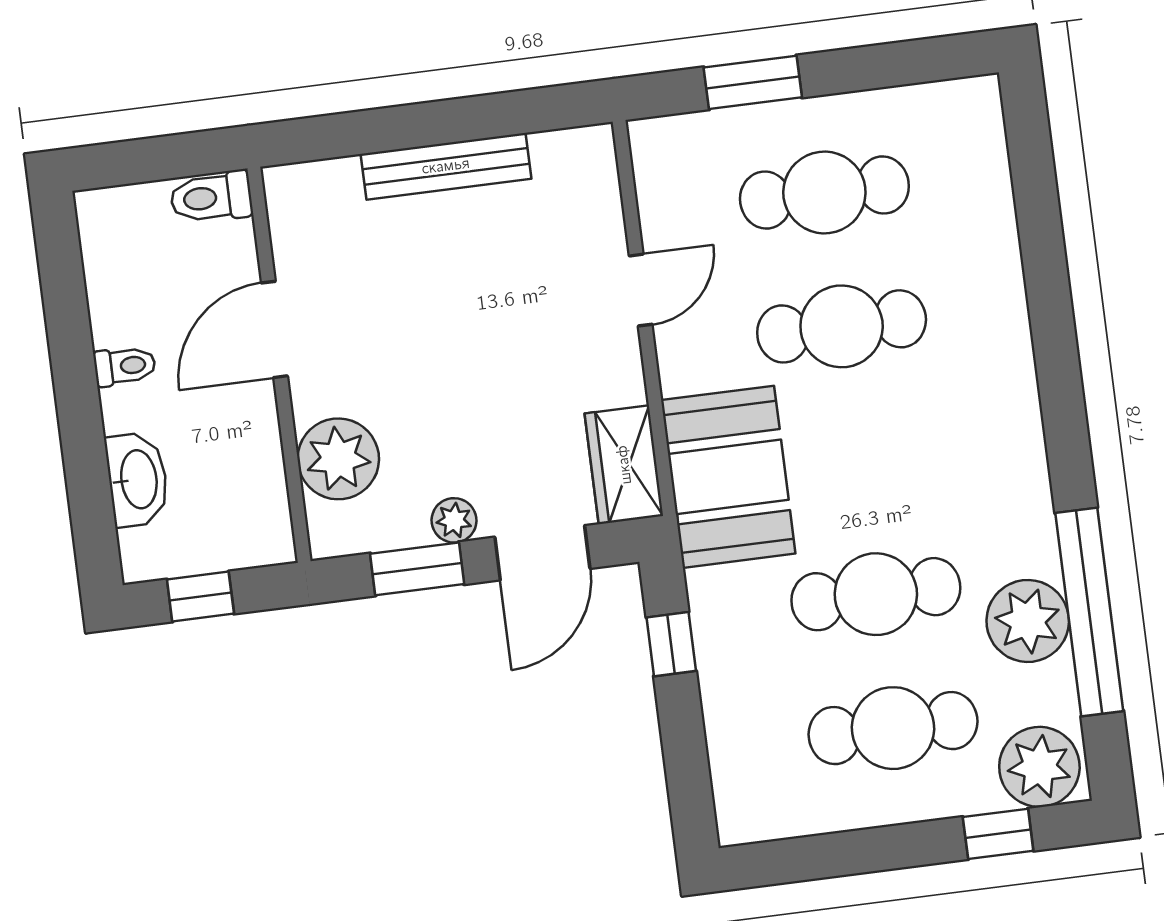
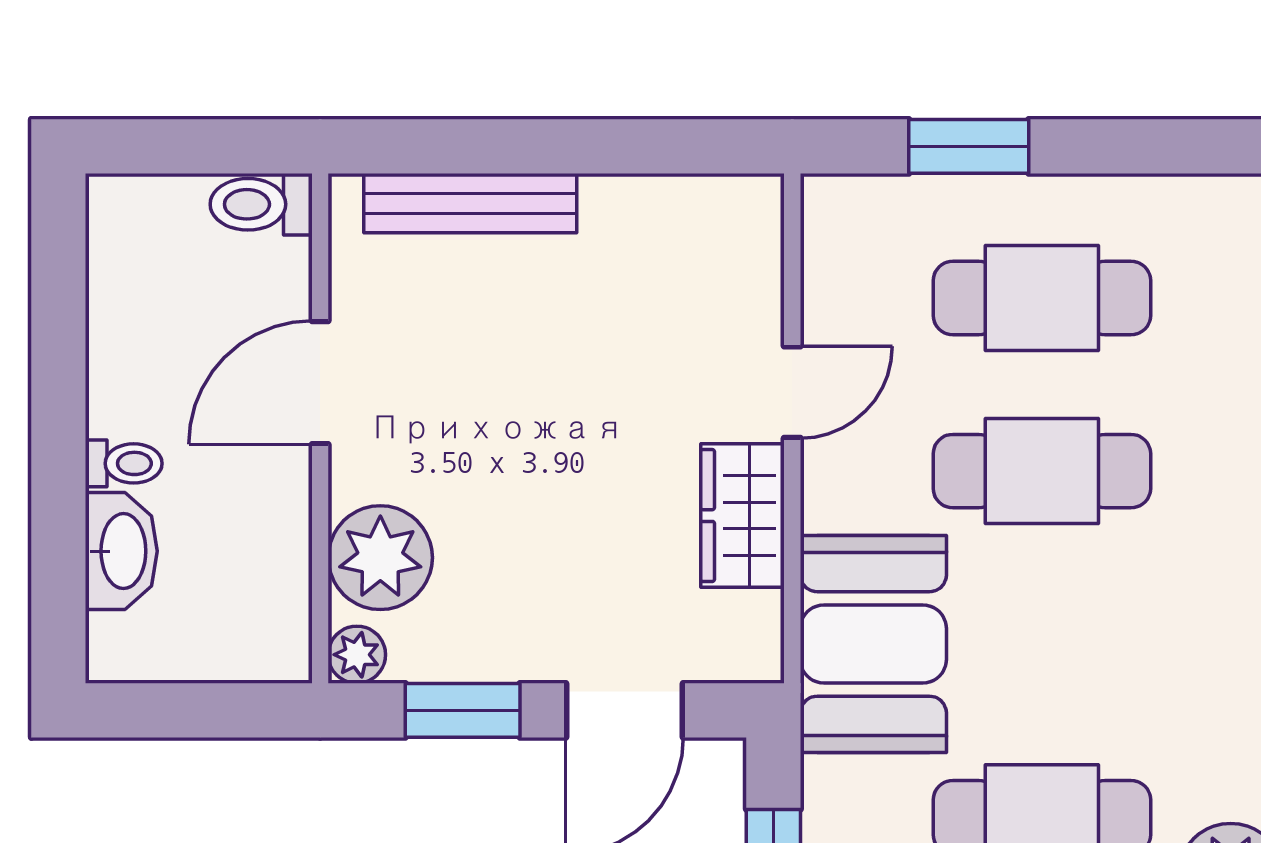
bench: (446, 166) -> (470, 203), moved
toilet: (125, 366) -> (124, 463), moved
wardrobe: (624, 465) -> (743, 516), moved
plant: (454, 520) -> (357, 655), moved
window: (200, 597) -> (183, 710), removed

